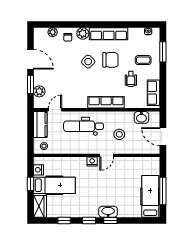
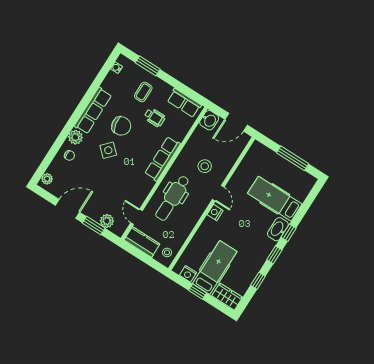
plant: (53, 32) -> (47, 179), moved
chair: (110, 60) -> (121, 126), turned 79
washbasin: (141, 117) -> (209, 120), moved
hospital bed: (150, 196) -> (275, 199), moved

